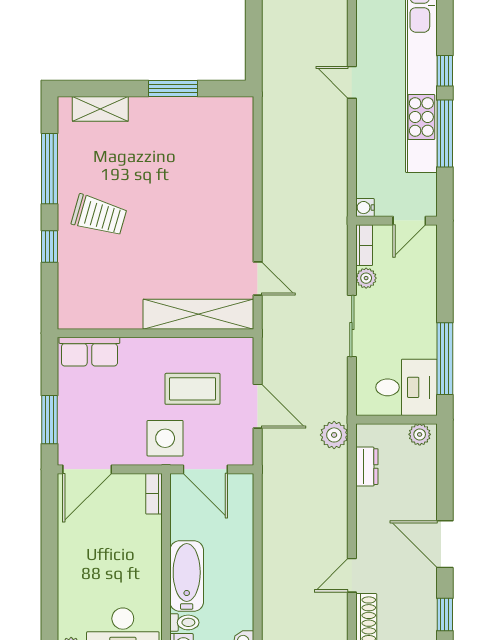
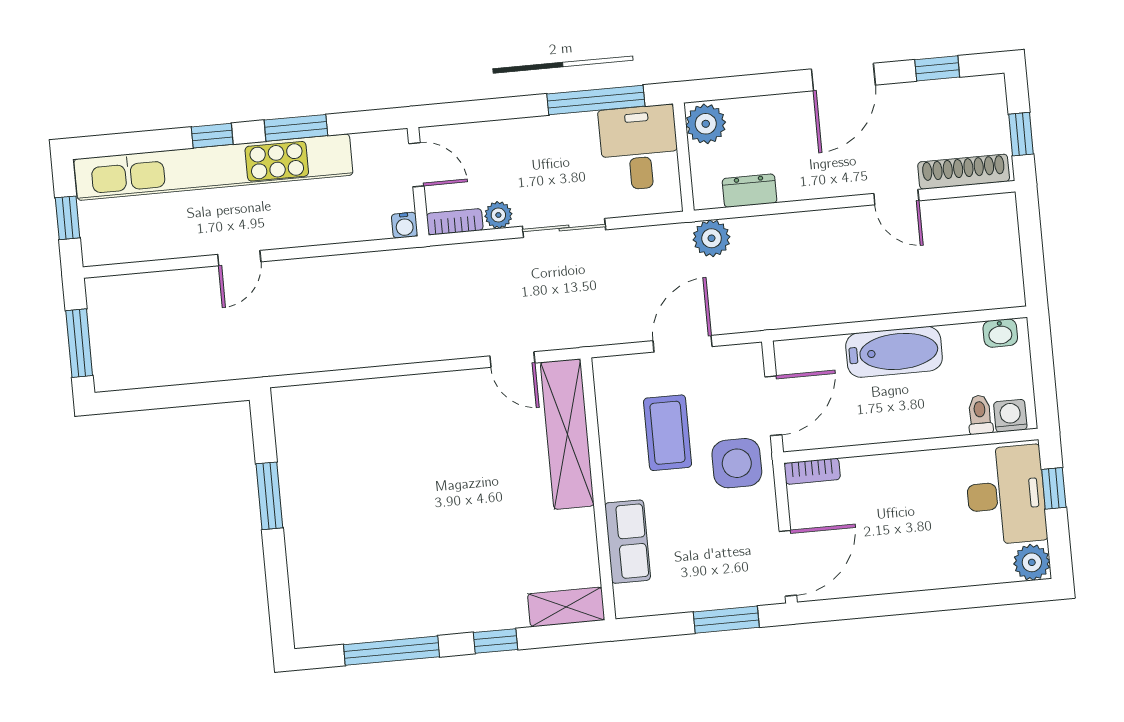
shelving: (100, 109) -> (566, 607), moved, turned 90
window: (445, 134) -> (296, 128), width x0.69
trolley: (99, 215) -> (448, 579), removed
door: (258, 278) -> (512, 360), swing flipped
row of seats: (89, 352) -> (628, 542), moved
plant: (420, 434) -> (706, 124), width x1.38, depth x1.38
door: (87, 469) -> (788, 563), hinge flipped
bathtub: (187, 576) -> (894, 352), moved, turned 180

